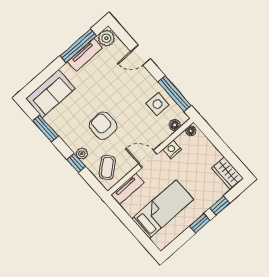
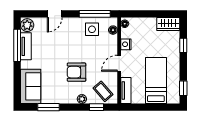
window: (76, 163) -> (97, 107), moved
window: (200, 223) -> (183, 88), moved

